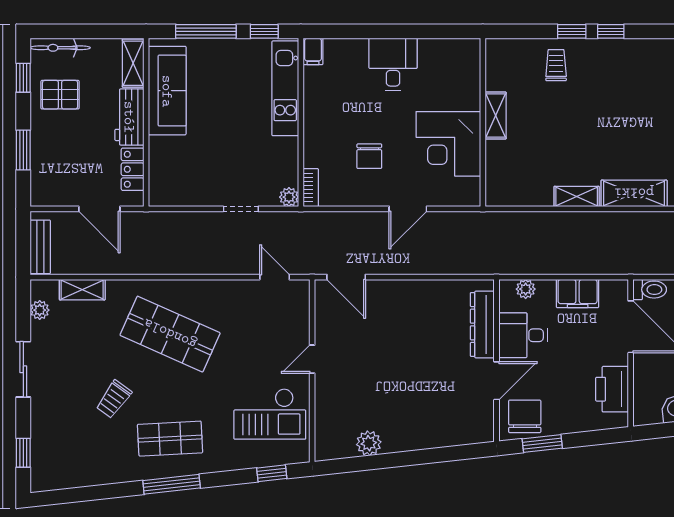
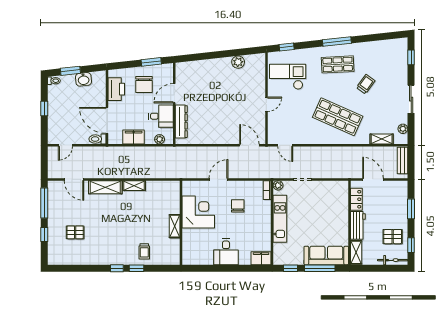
filing cabinet: (313, 51) -> (261, 258), width x2.00
kitchen unit: (285, 88) -> (280, 219), moved
sofa: (167, 91) -> (326, 255), moved, turned 90
chair: (525, 416) -> (144, 85), moved

